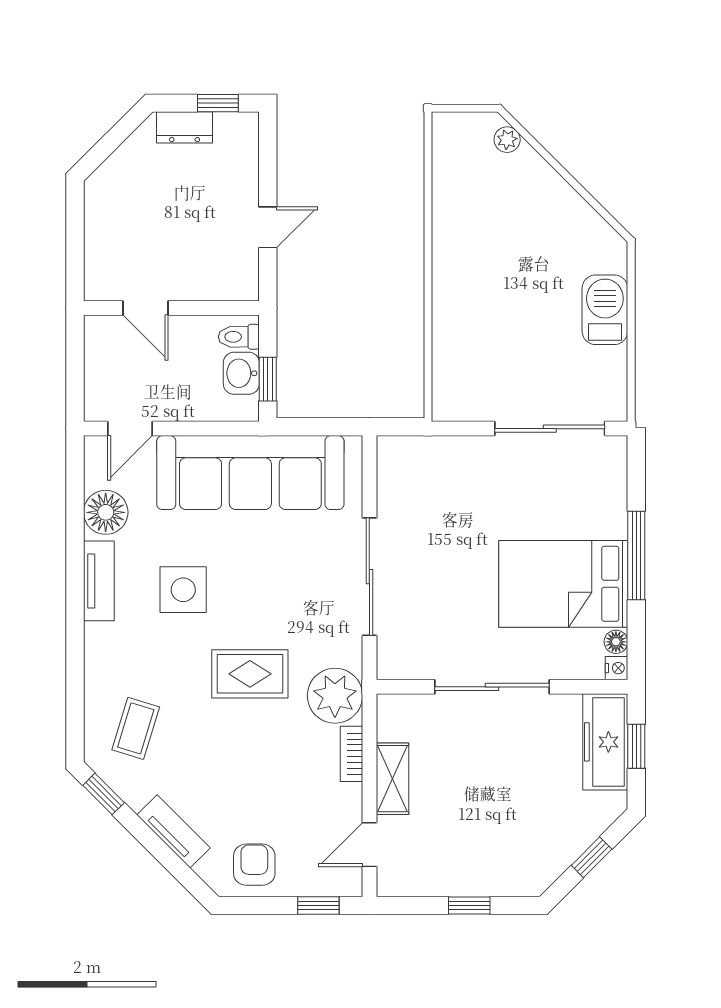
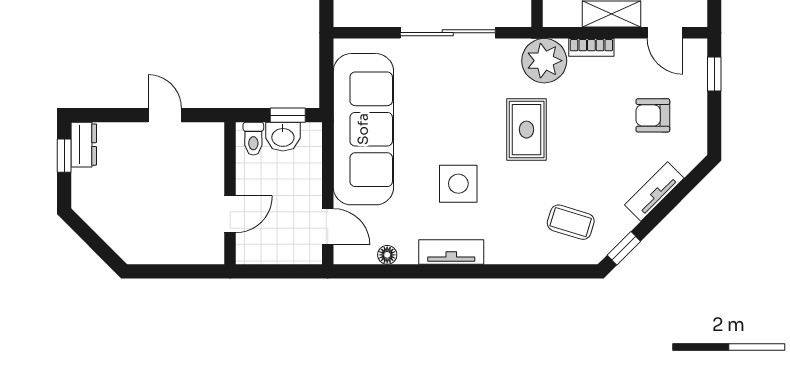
dresser: (185, 127) -> (84, 145), moved
floor lamp: (106, 512) -> (387, 255), width x0.53, depth x0.53
armchair: (254, 865) -> (653, 115), moved

